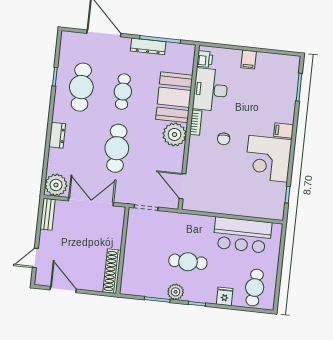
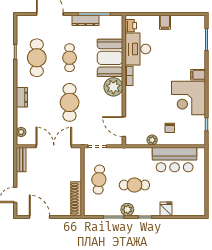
chair: (224, 139) -> (170, 128), moved
plant: (56, 185) -> (21, 132), width x0.53, depth x0.53
plant: (216, 207) -> (152, 140), added
cafe table: (255, 288) -> (99, 180), moved

